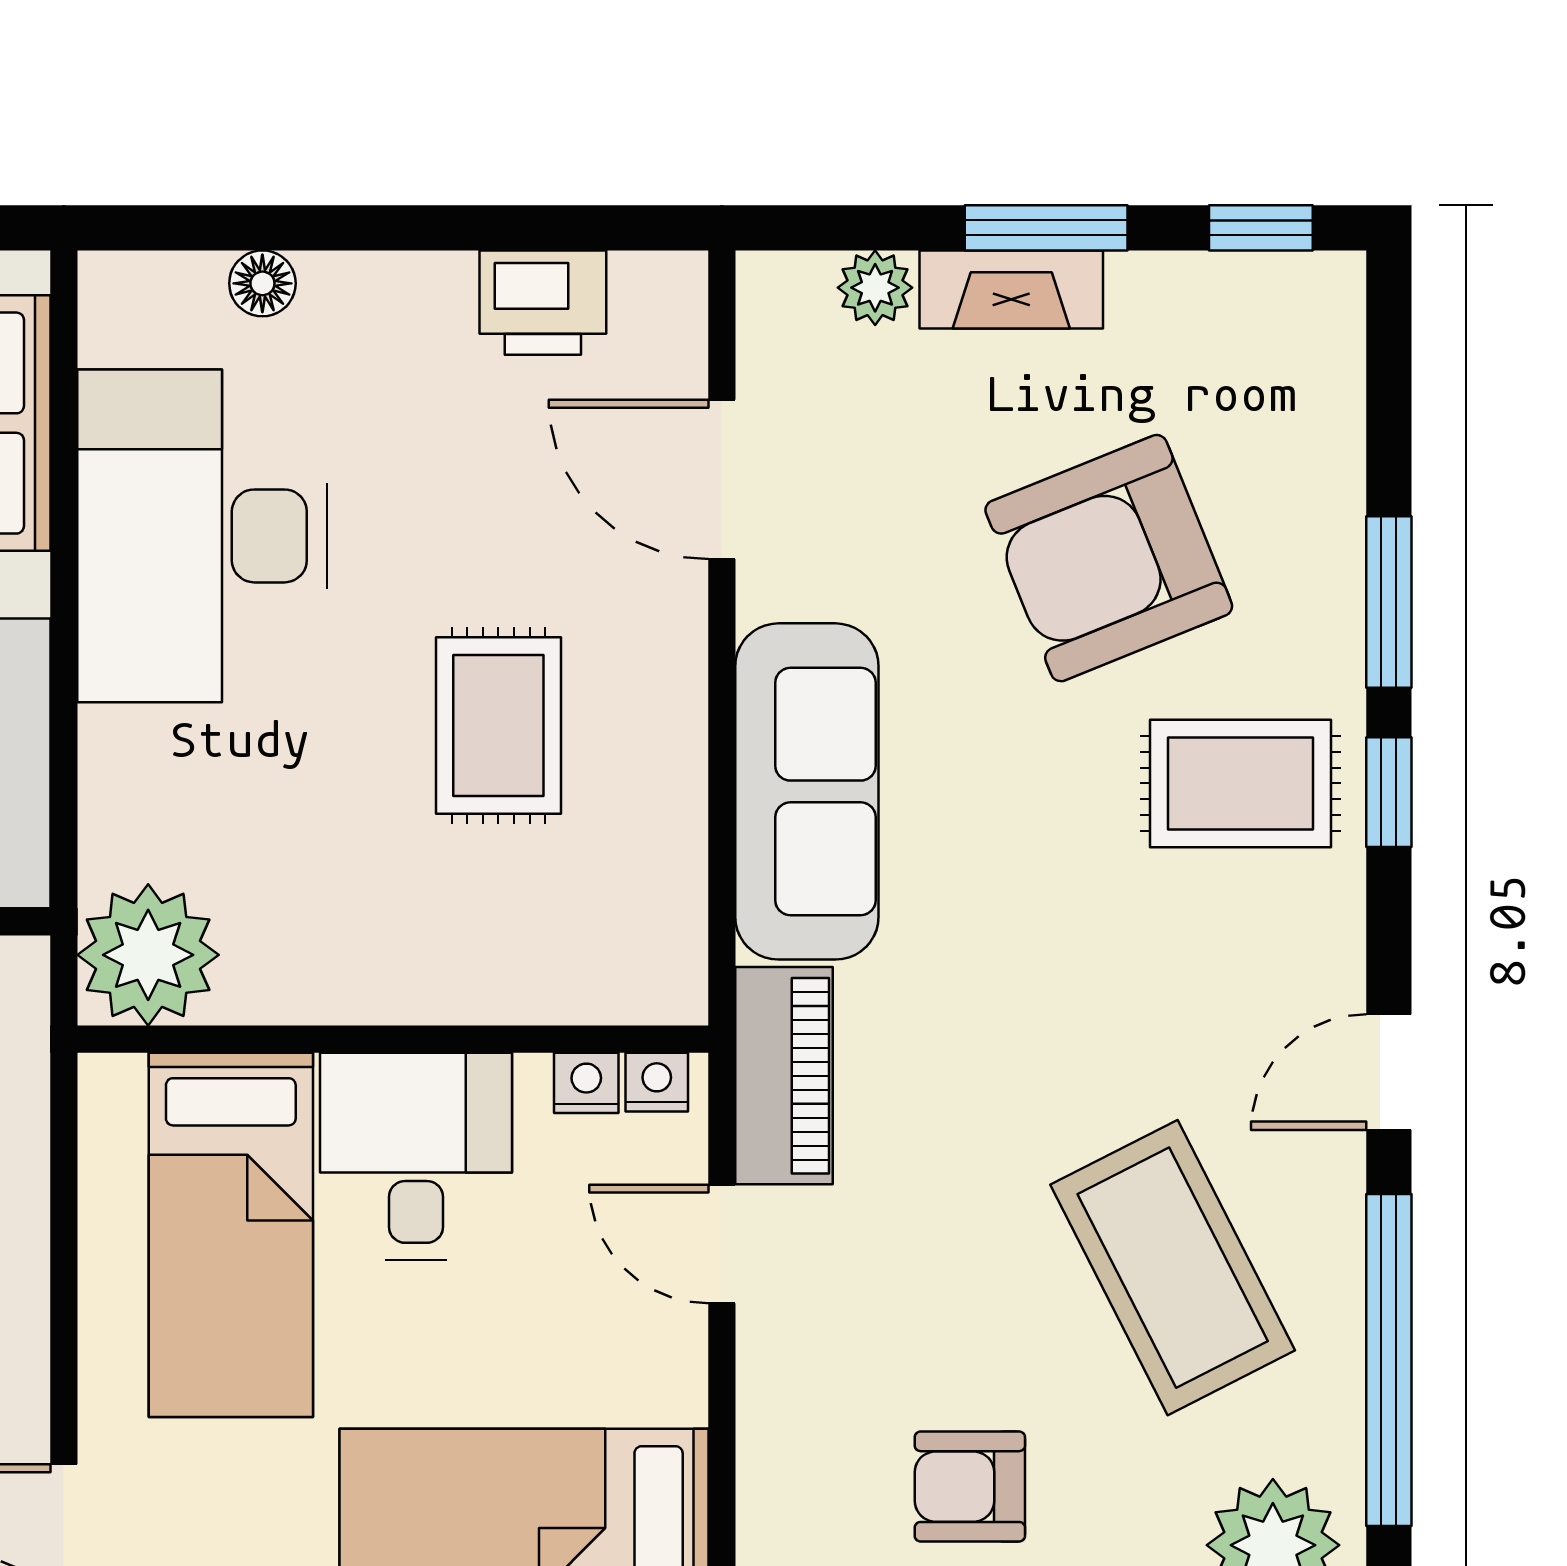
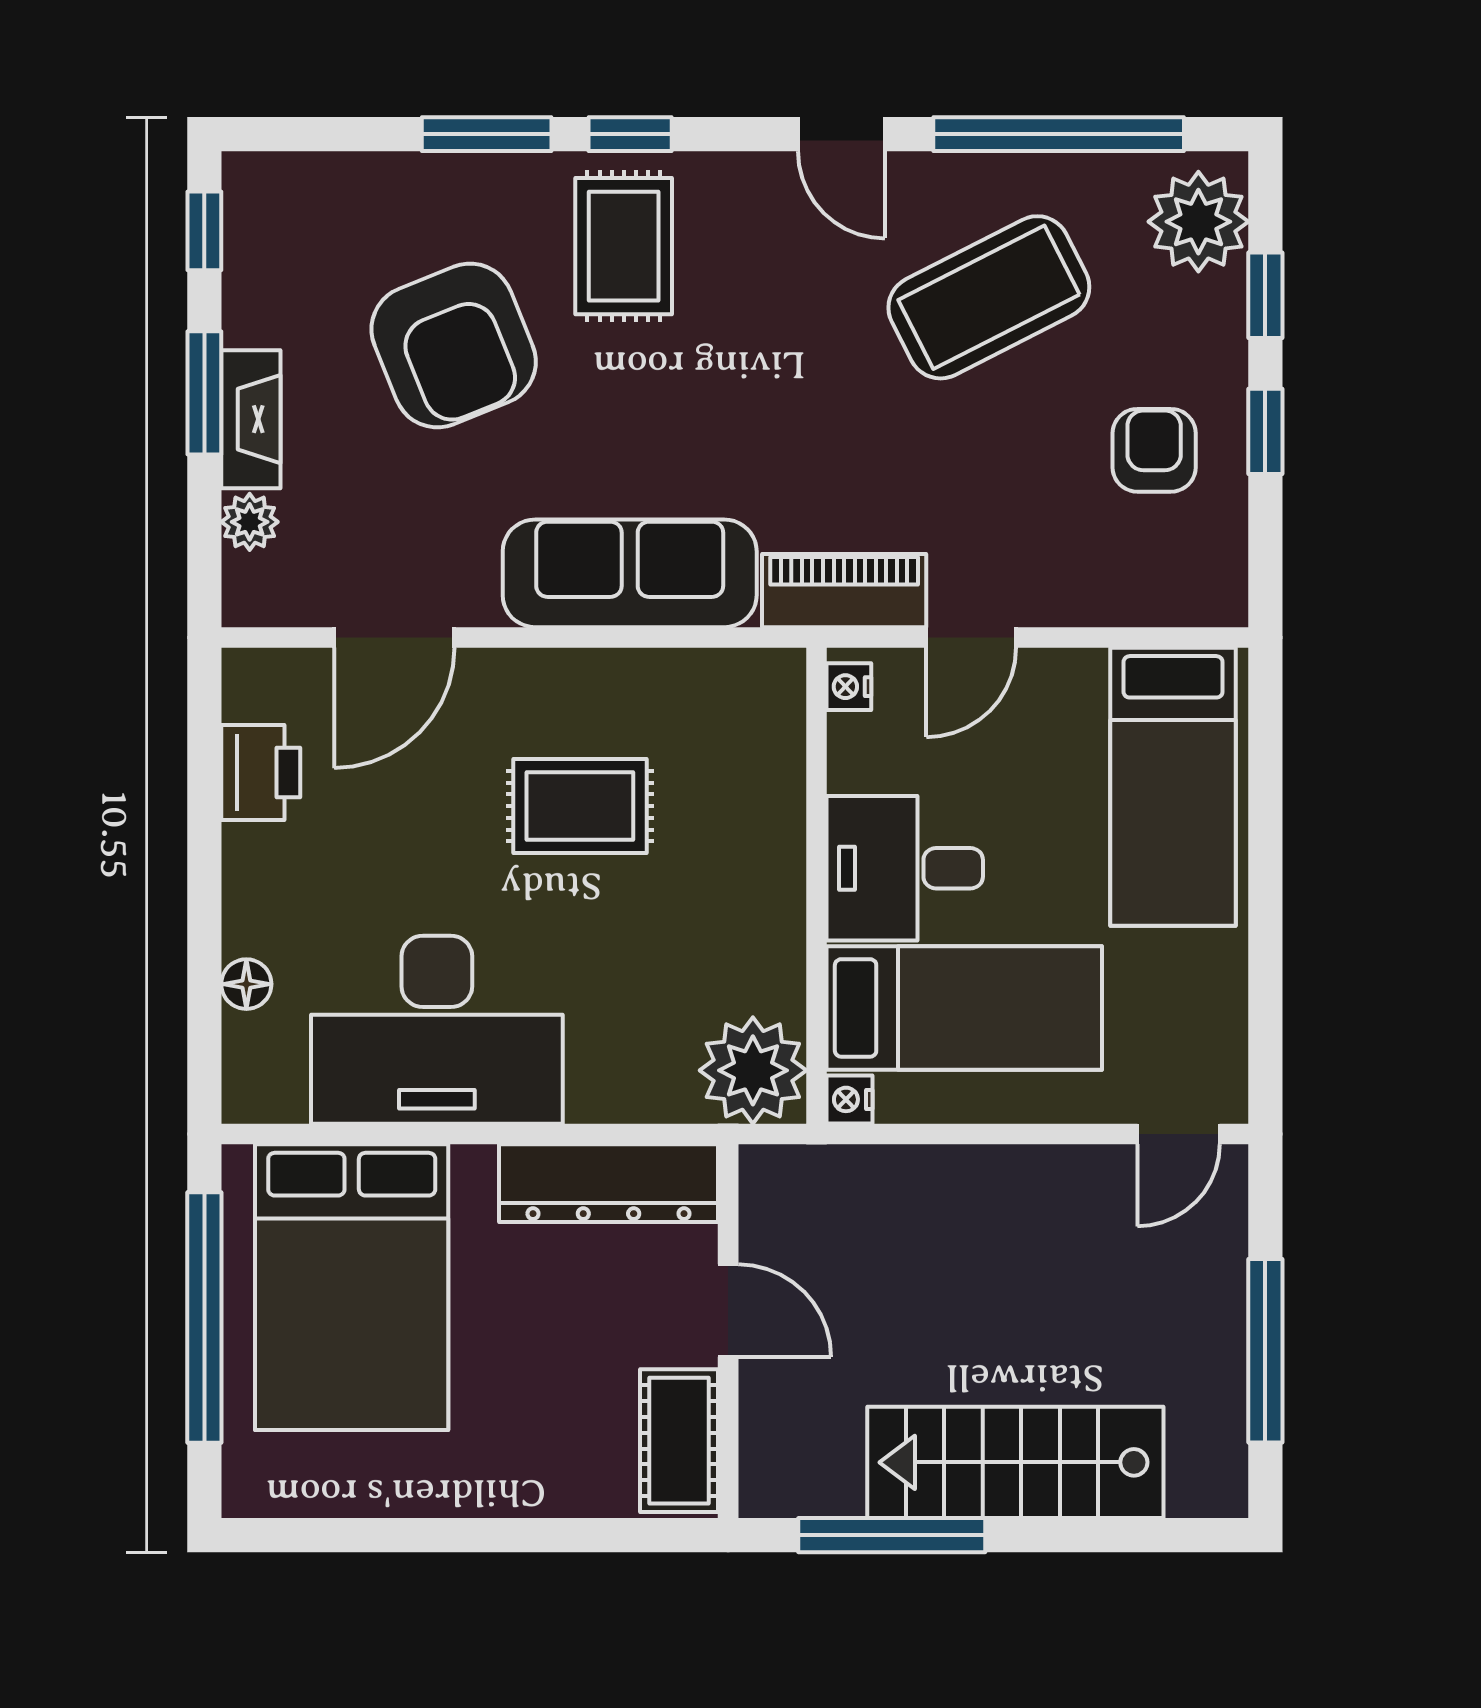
nightstand: (586, 1083) -> (850, 1099), moved
armchair: (970, 1487) -> (1154, 450), turned 180

